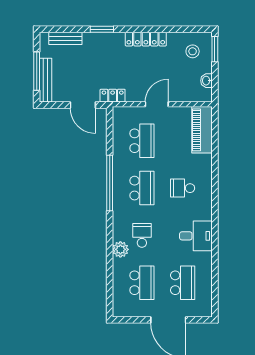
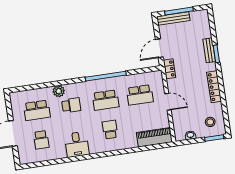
bench: (65, 38) -> (209, 50), moved
school desk: (183, 283) -> (41, 140), width x0.54

